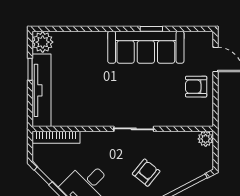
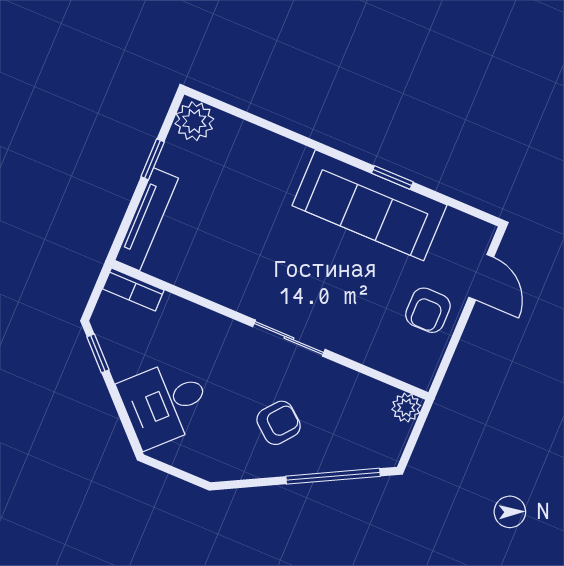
armchair: (196, 87) -> (428, 310), turned -90
tv unit: (41, 90) -> (147, 219), width x0.73, depth x0.78
bookcase: (56, 137) -> (133, 290), width x0.64

